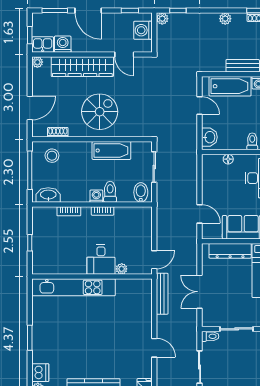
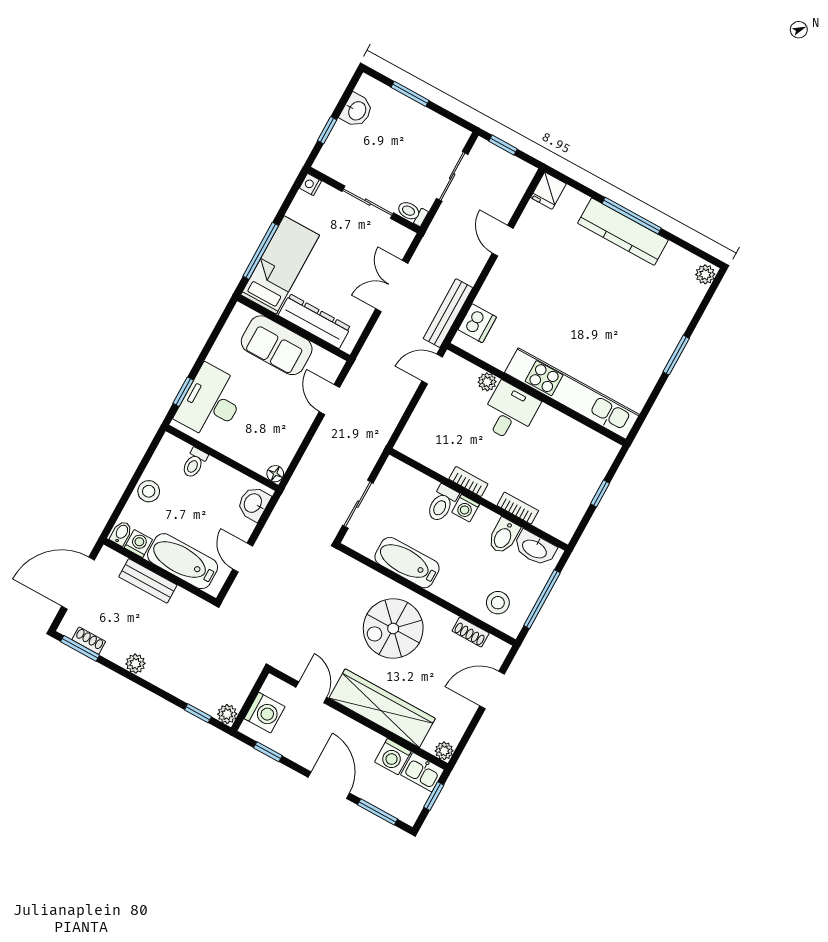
floor lamp: (228, 159) -> (275, 474), moved
bidet: (141, 192) -> (504, 536), moved
double door: (200, 292) -> (392, 286), swing flipped
dishwasher: (40, 373) -> (477, 323), moved, turned 180

